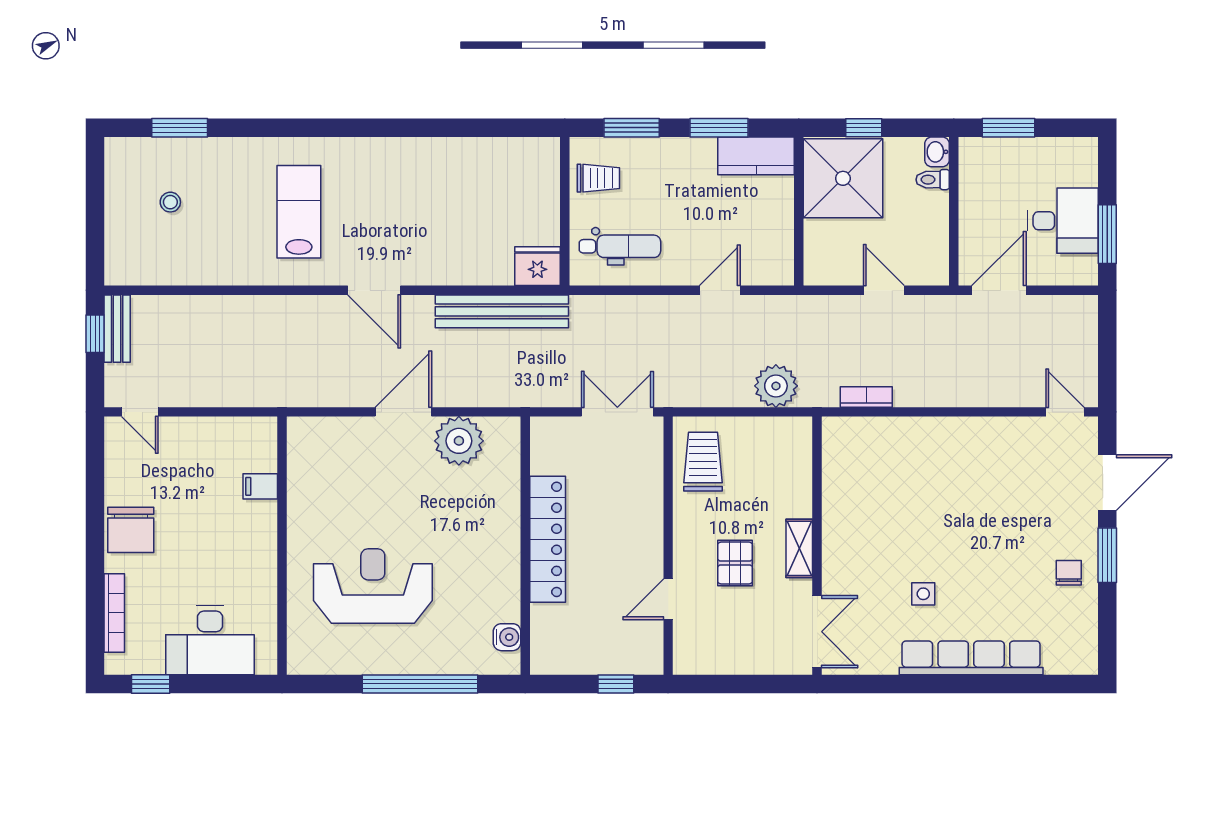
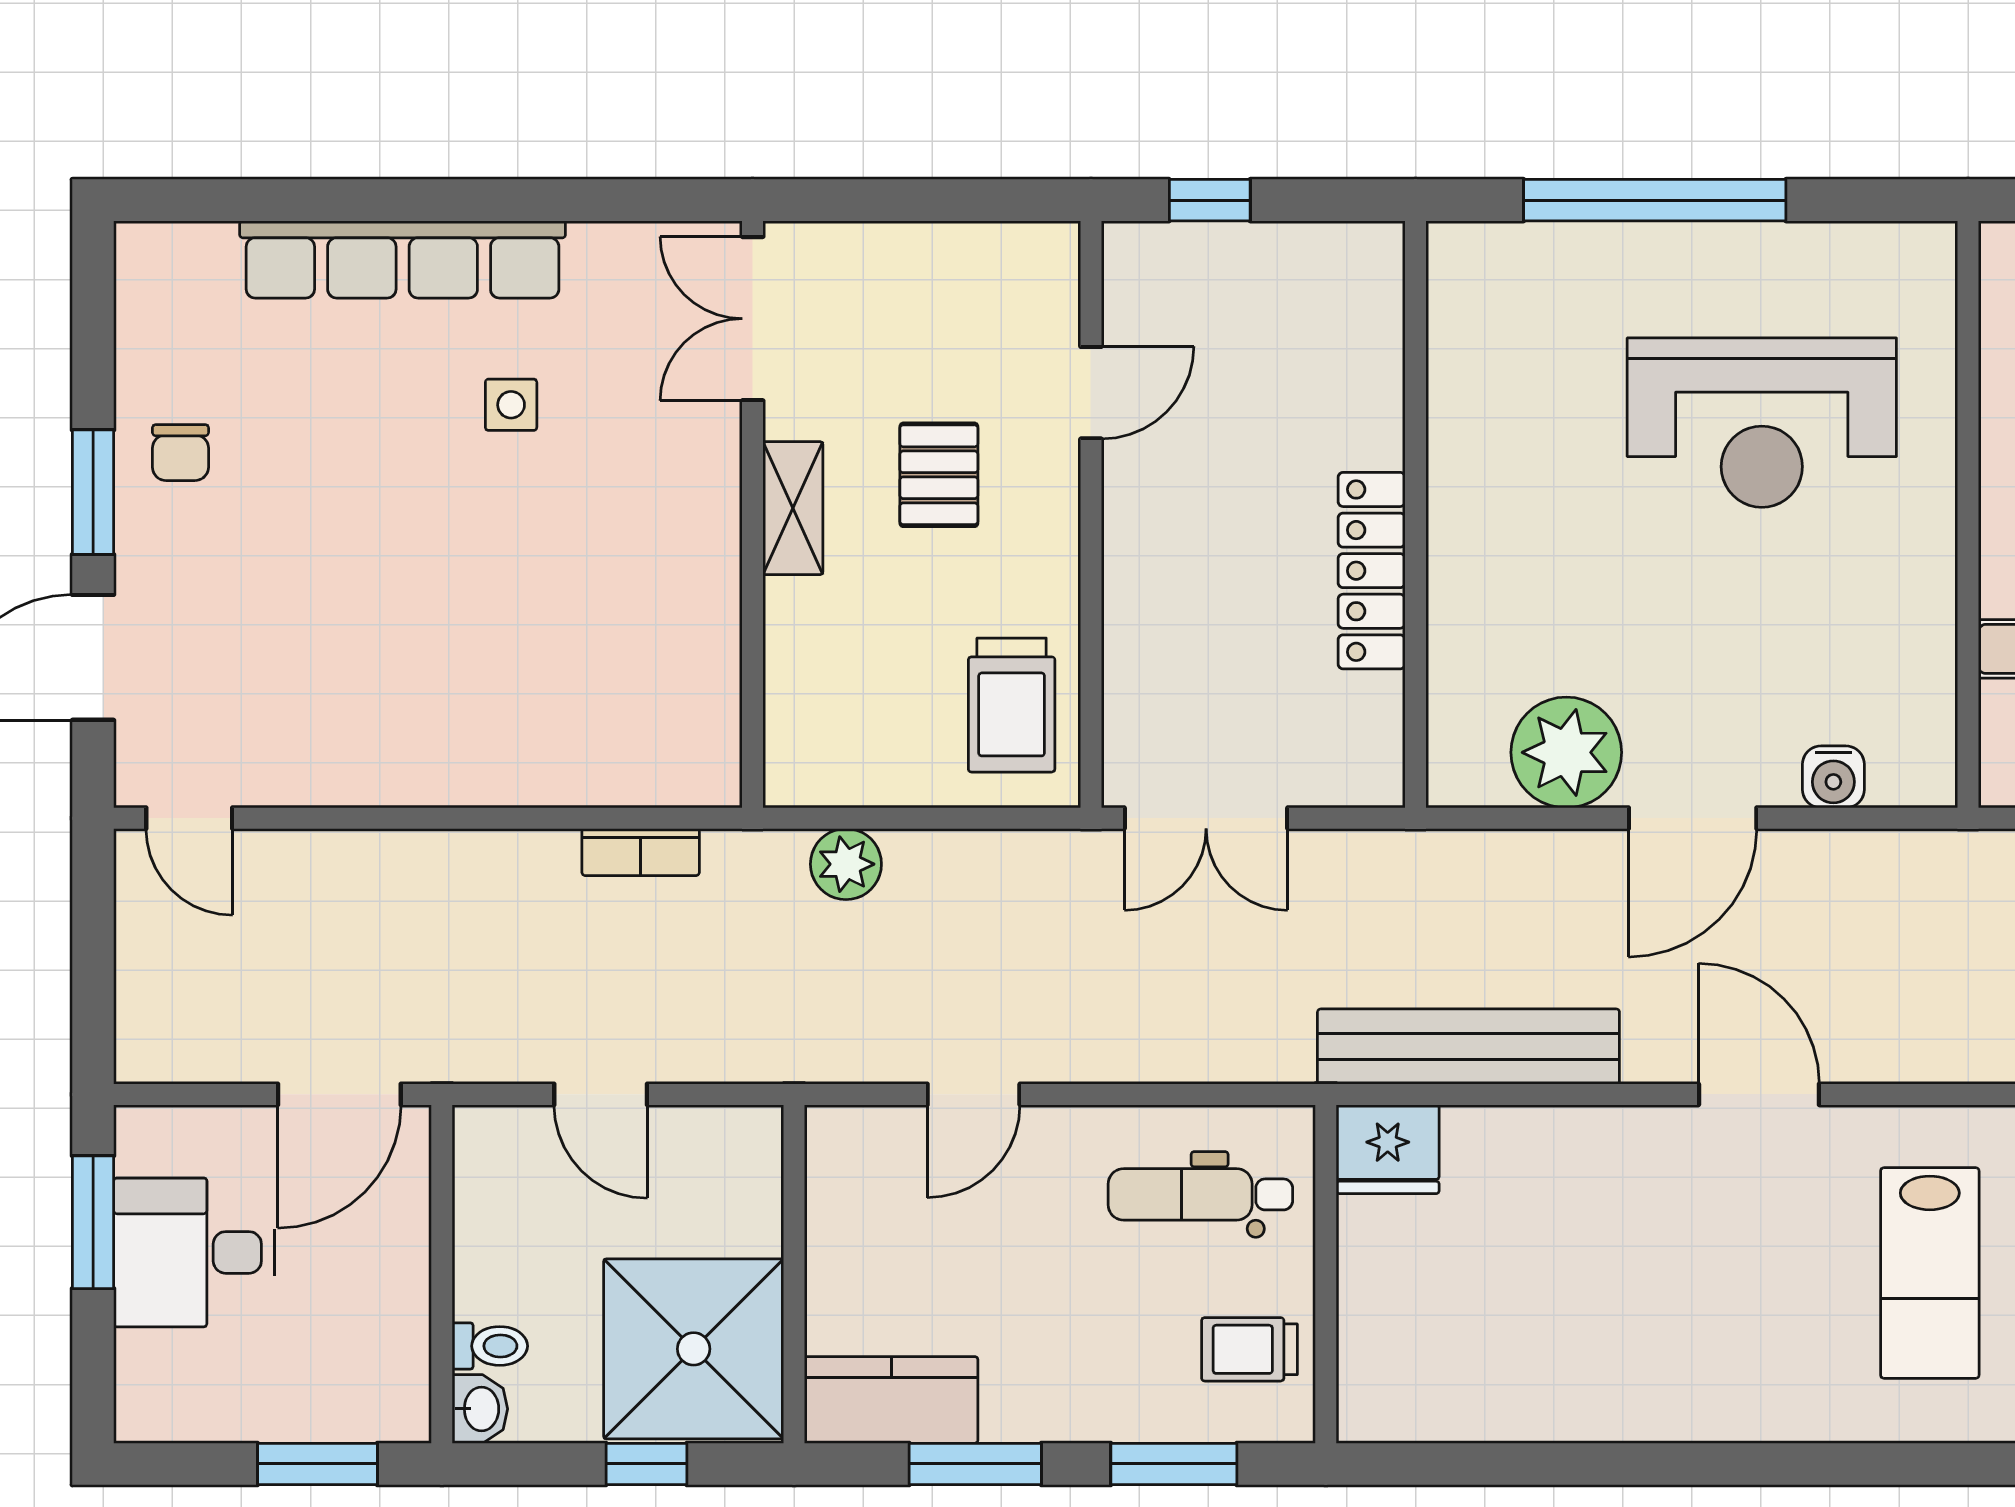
plant: (776, 386) -> (846, 864), width x0.73, depth x0.73
locker: (548, 539) -> (1372, 571), width x0.71, depth x0.83
water cooler: (507, 637) -> (1833, 777), moved, turned -90

